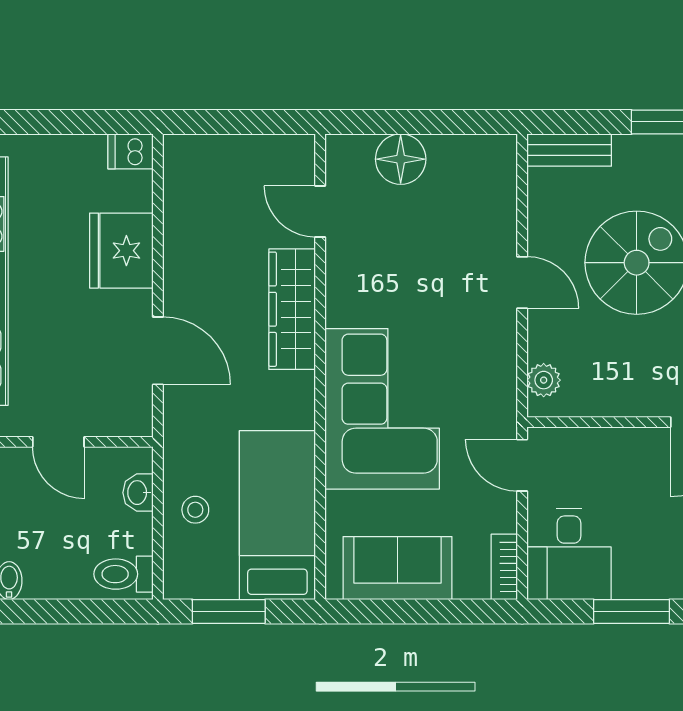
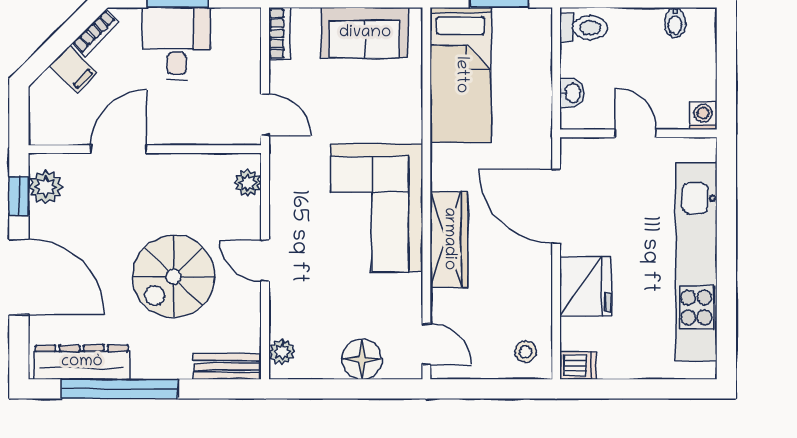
plant: (501, 169) -> (282, 352), added
door: (320, 211) -> (426, 344), moved
door: (158, 351) -> (556, 206), width x1.36
corner sofa: (382, 409) -> (377, 208), moved
stool: (195, 510) -> (525, 352), moved
desk: (569, 554) -> (177, 44), moved

